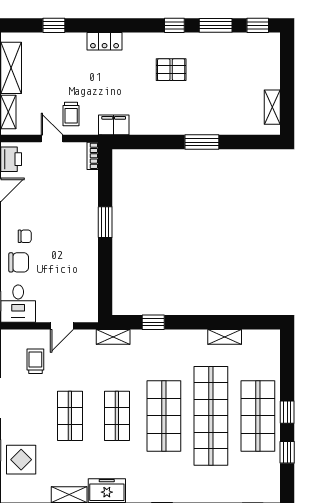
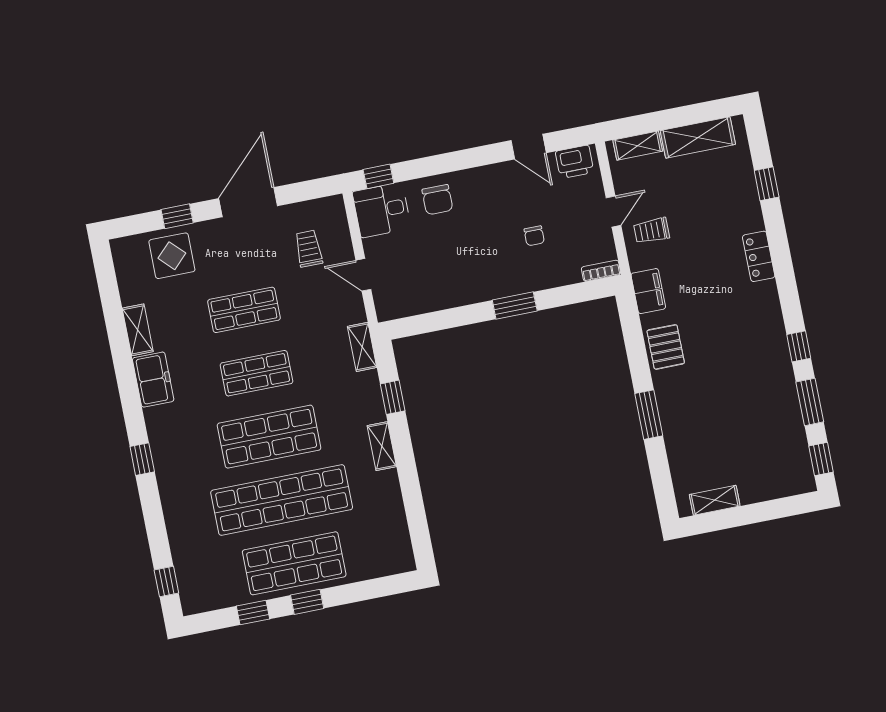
pallet: (171, 70) -> (666, 347), moved
chair: (25, 236) -> (534, 236), moved
shelving: (225, 337) -> (382, 446), moved
trolley: (35, 361) -> (309, 249), turned -90

